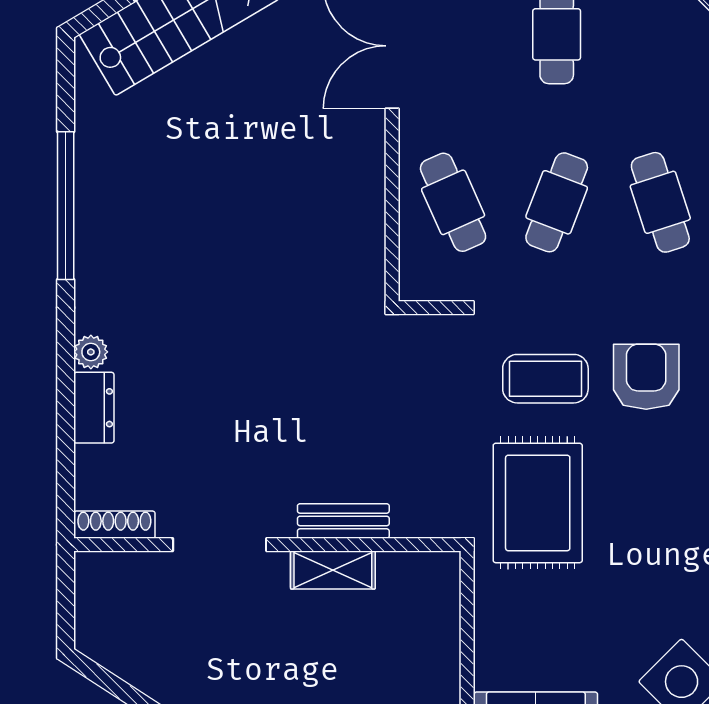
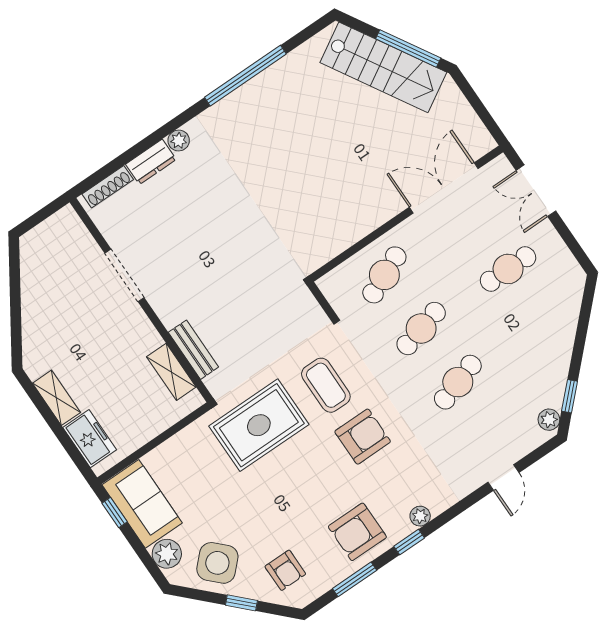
cafe table: (557, 202) -> (421, 329), turned -36
bench: (343, 521) -> (193, 350), moved
shoe rack: (114, 525) -> (108, 187), moved, turned 90
shelving: (333, 570) -> (171, 372), moved

